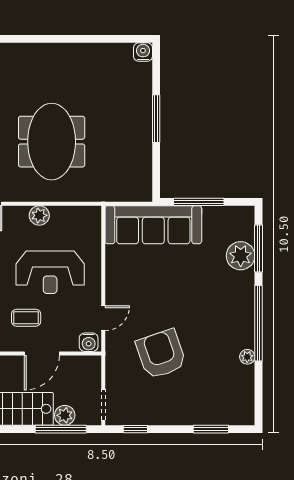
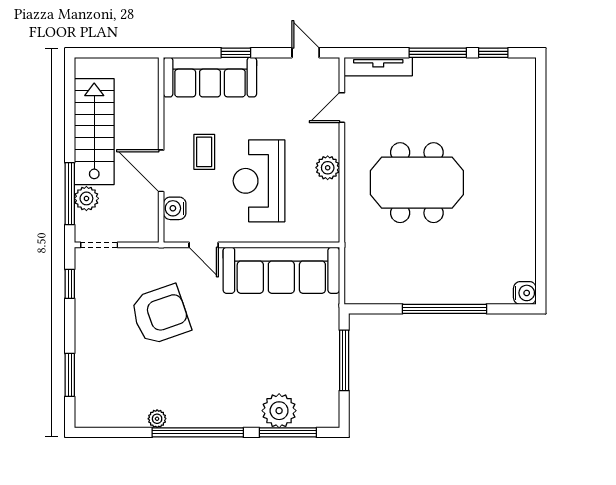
window: (156, 119) -> (445, 309), width x1.46
sofa: (153, 225) -> (281, 270), moved, turned -90
water cooler: (89, 342) -> (175, 208), moved

